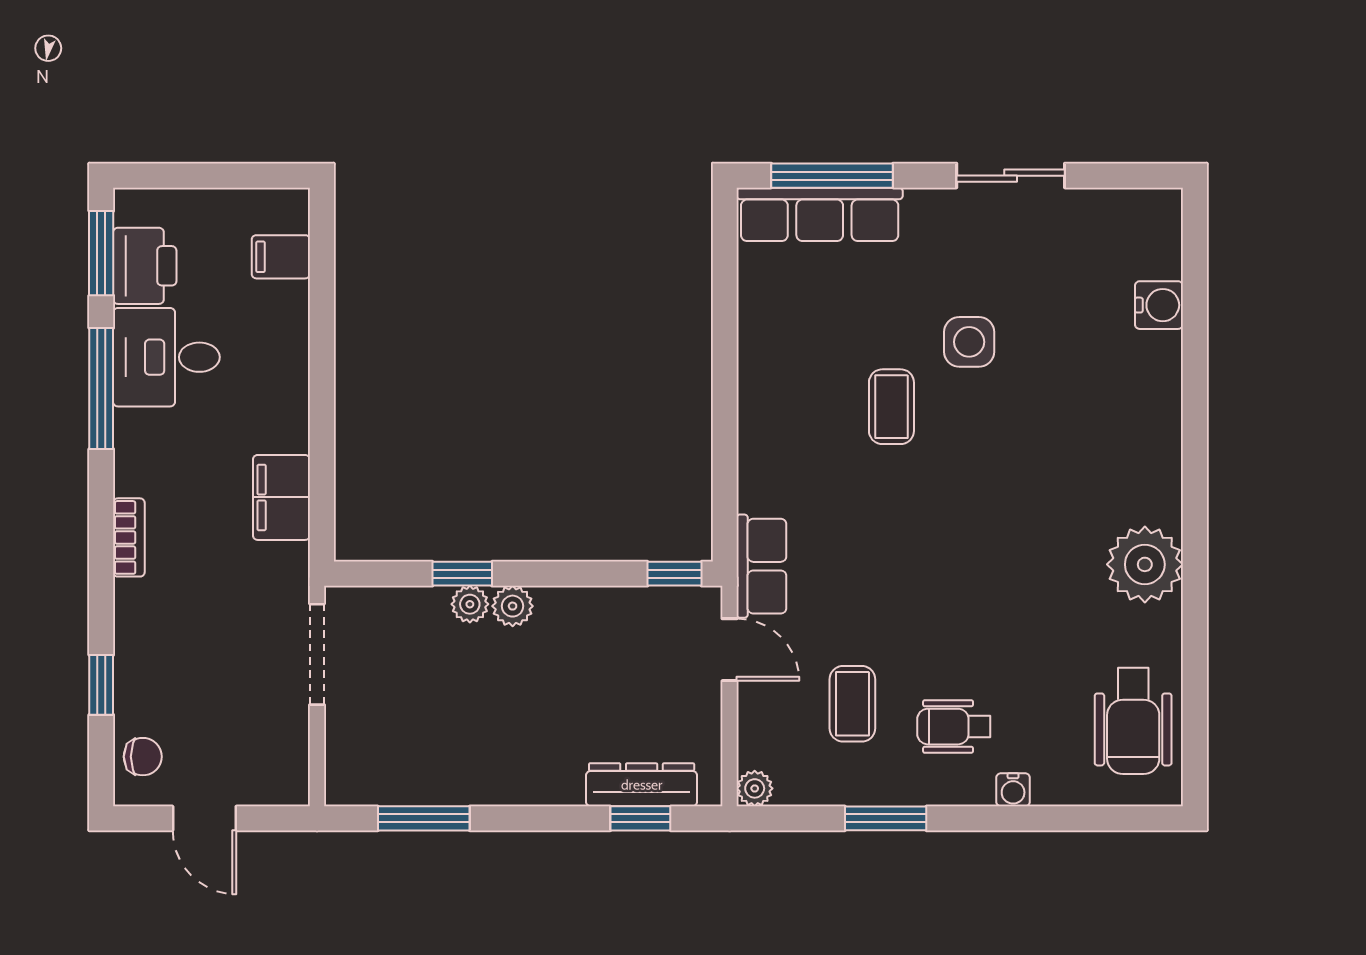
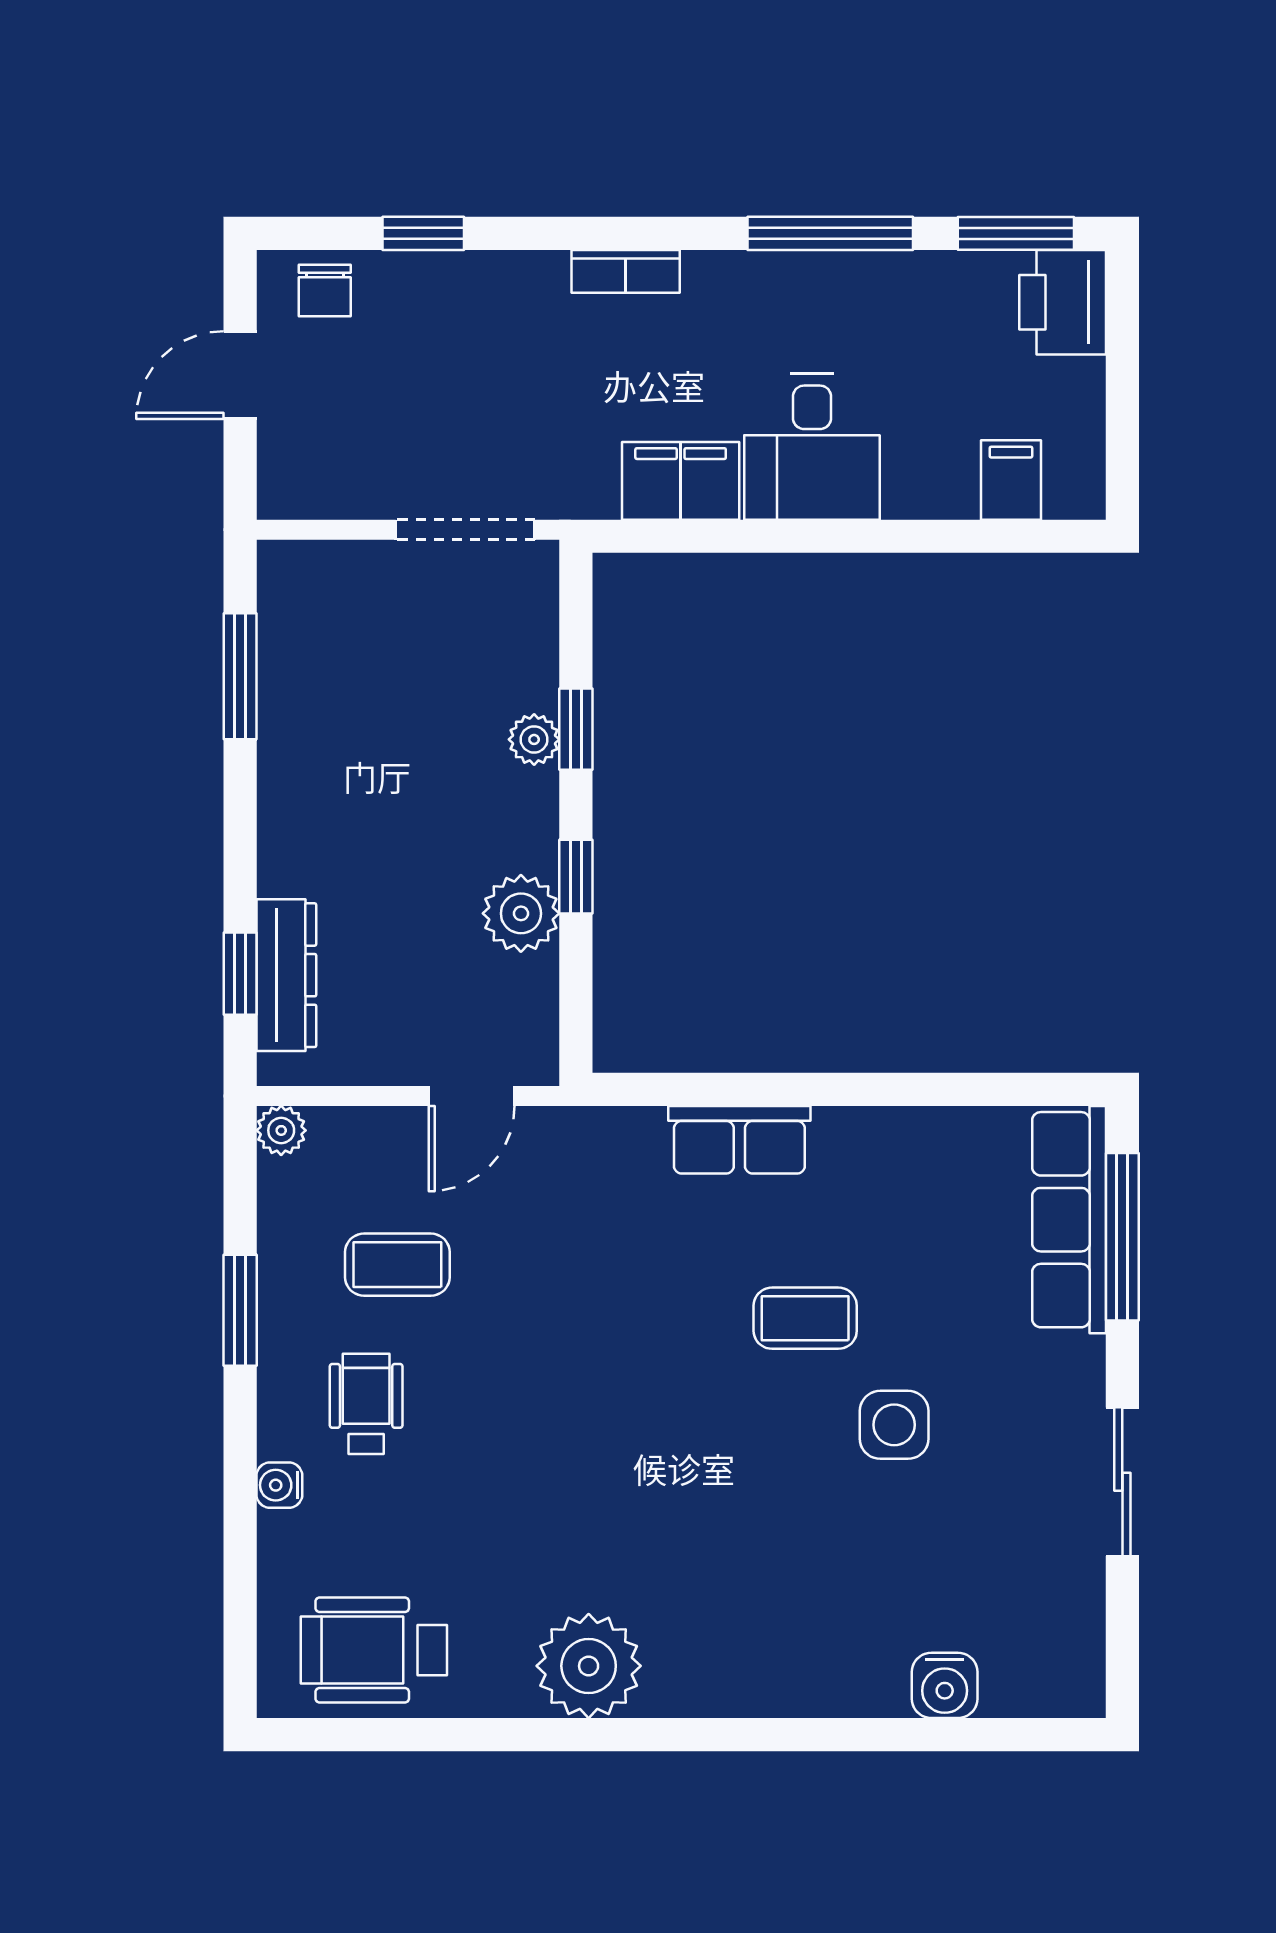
printer: (145, 266) -> (1063, 302), moved, turned 90
desk: (166, 357) -> (812, 447), moved, turned 180
row of seats: (761, 566) -> (739, 1140), moved
window: (674, 574) -> (576, 877), moved
plant: (513, 606) -> (521, 913), moved, width x1.38, depth x1.38

